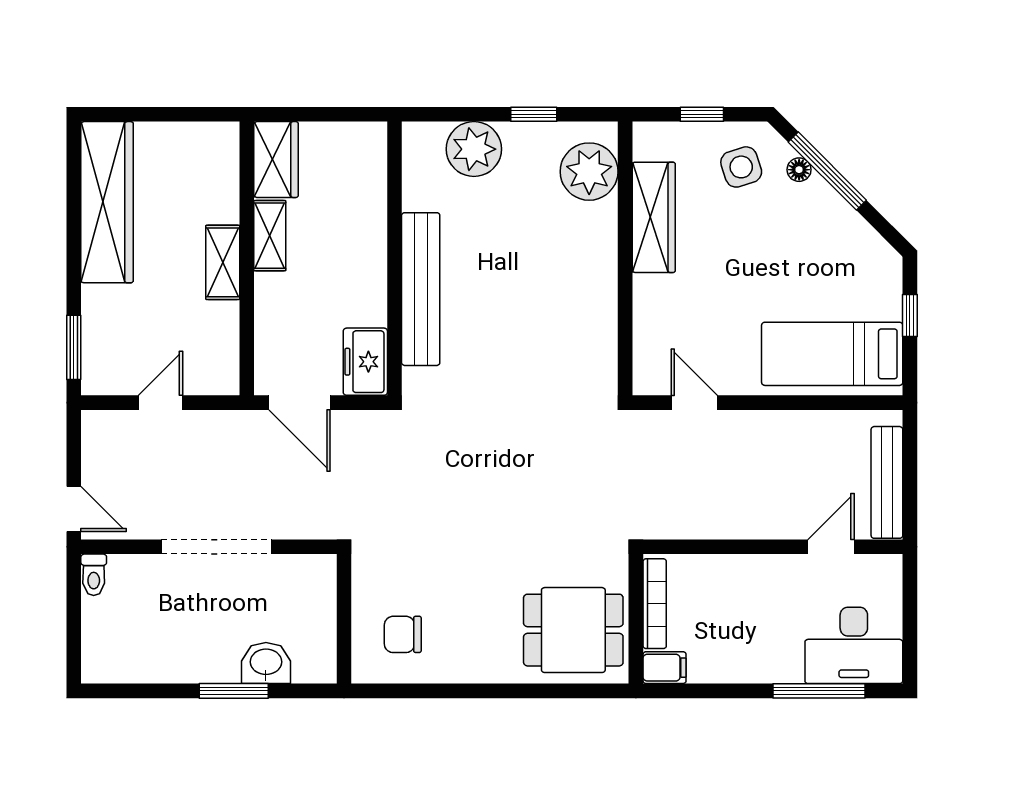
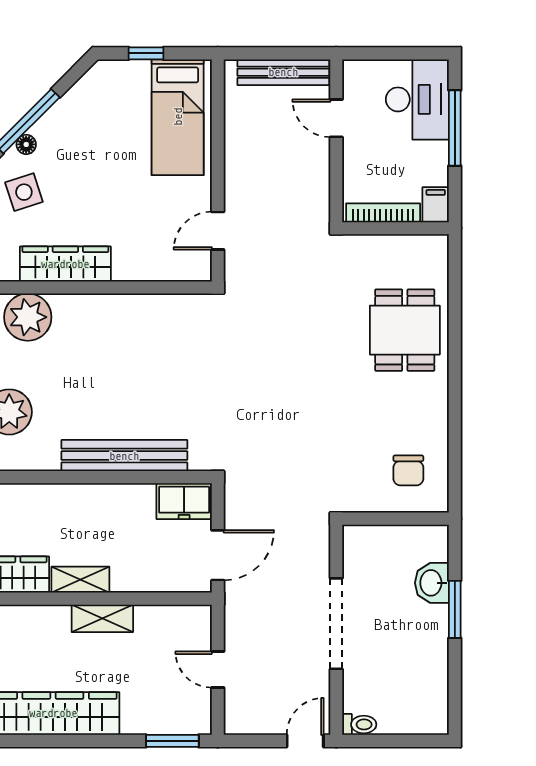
bookcase: (655, 604) -> (383, 213), moved
wall: (636, 619) -> (396, 228), moved
filing cabinet: (665, 668) -> (436, 205), moved

